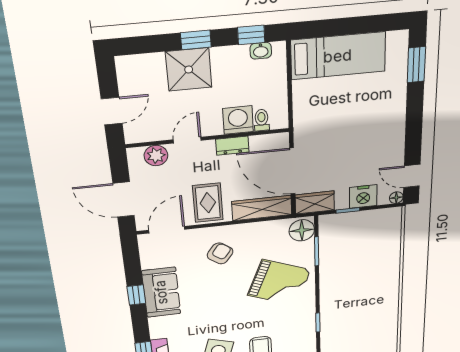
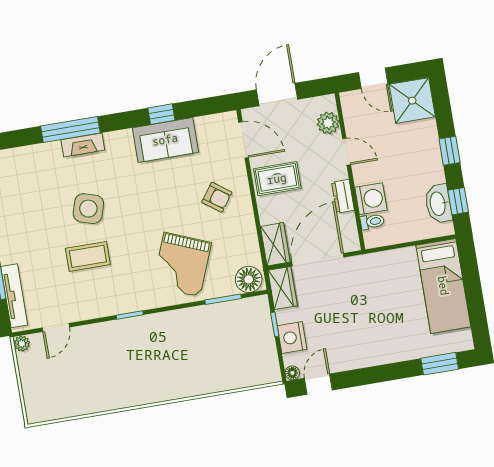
washbasin: (261, 51) -> (438, 204), width x1.91, depth x1.45
shower: (189, 69) -> (412, 101), moved
wardrobe: (262, 208) -> (275, 244), width x0.67

